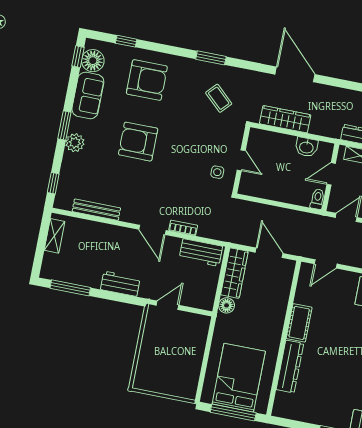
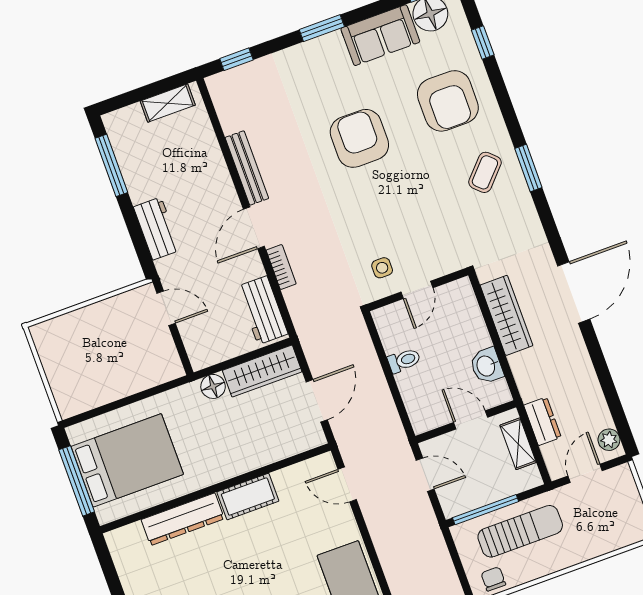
coffee table: (219, 98) -> (485, 172), moved
plant: (75, 143) -> (307, 56), removed
toilet: (317, 199) -> (404, 360), moved
bench: (96, 210) -> (247, 168), moved

